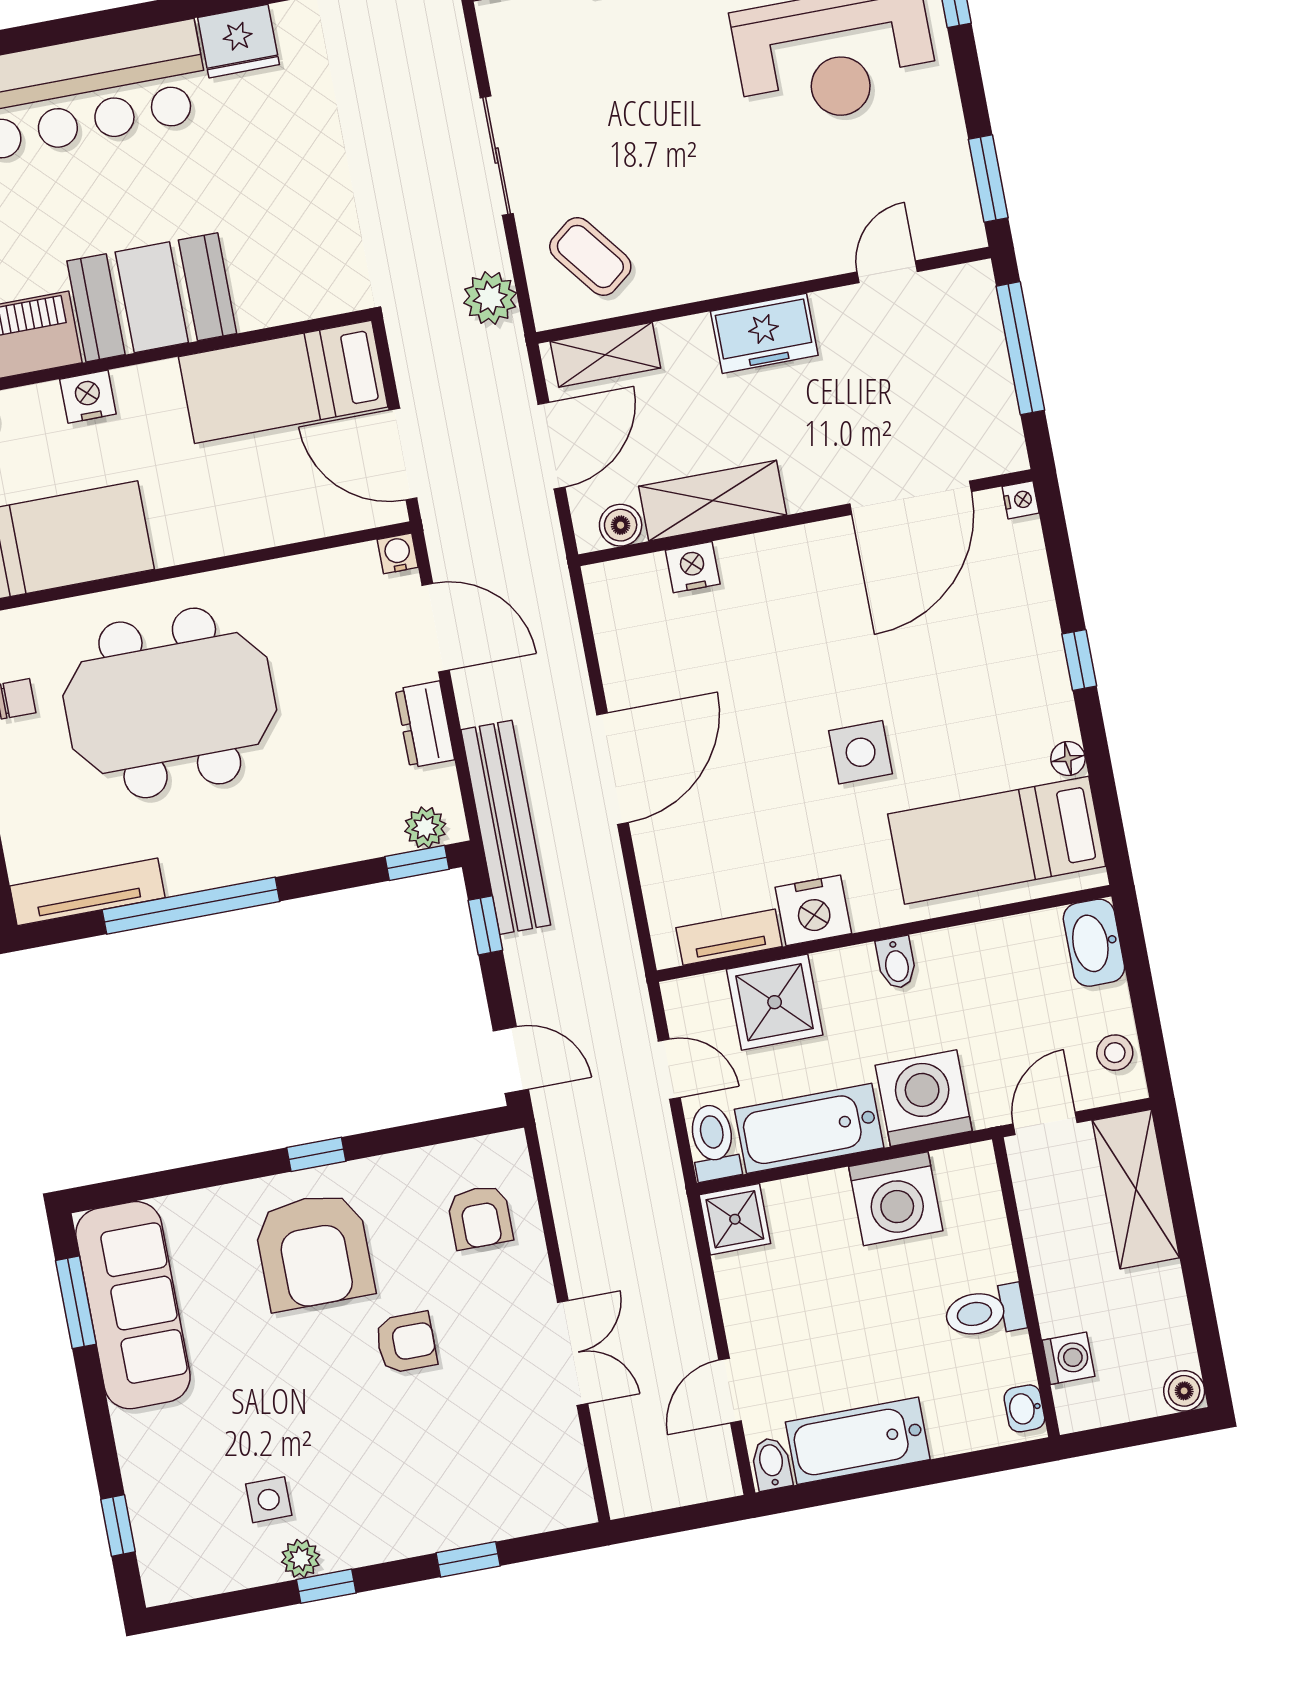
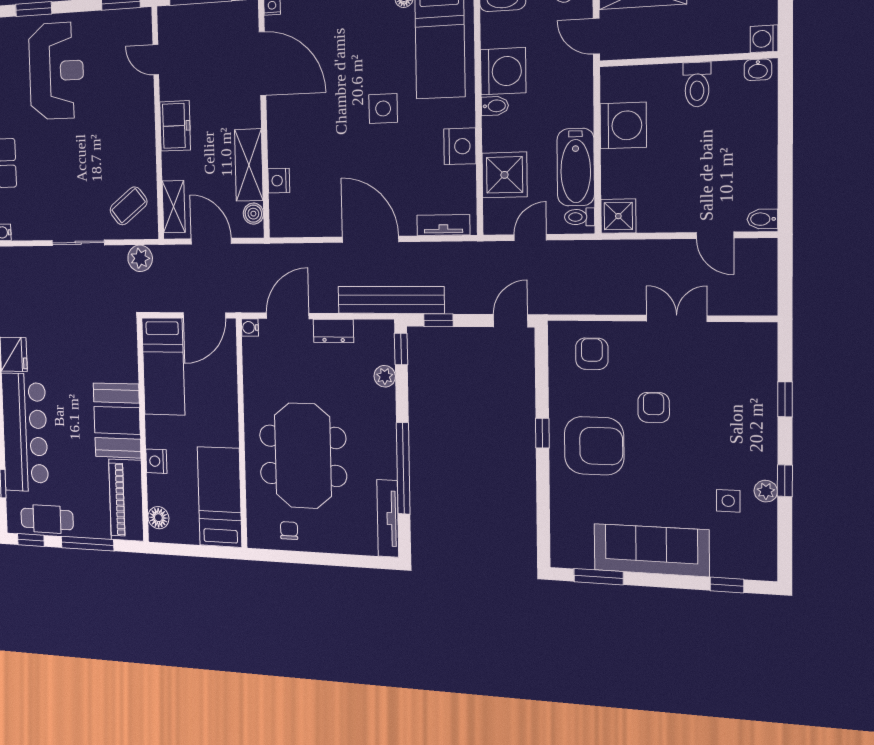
plant: (425, 827) -> (385, 376), moved
tv unit: (729, 937) -> (443, 225), moved, turned 90
washing machine: (924, 1098) -> (503, 71), moved, turned 180
toilet: (714, 1142) -> (580, 217), width x0.73, depth x0.72
armchair: (480, 1217) -> (592, 354), turned -90
sofa: (133, 1305) -> (651, 550), moved
washing machine: (1068, 1358) -> (764, 39), moved, turned -90
bathtub: (858, 1441) -> (758, 168), removed

